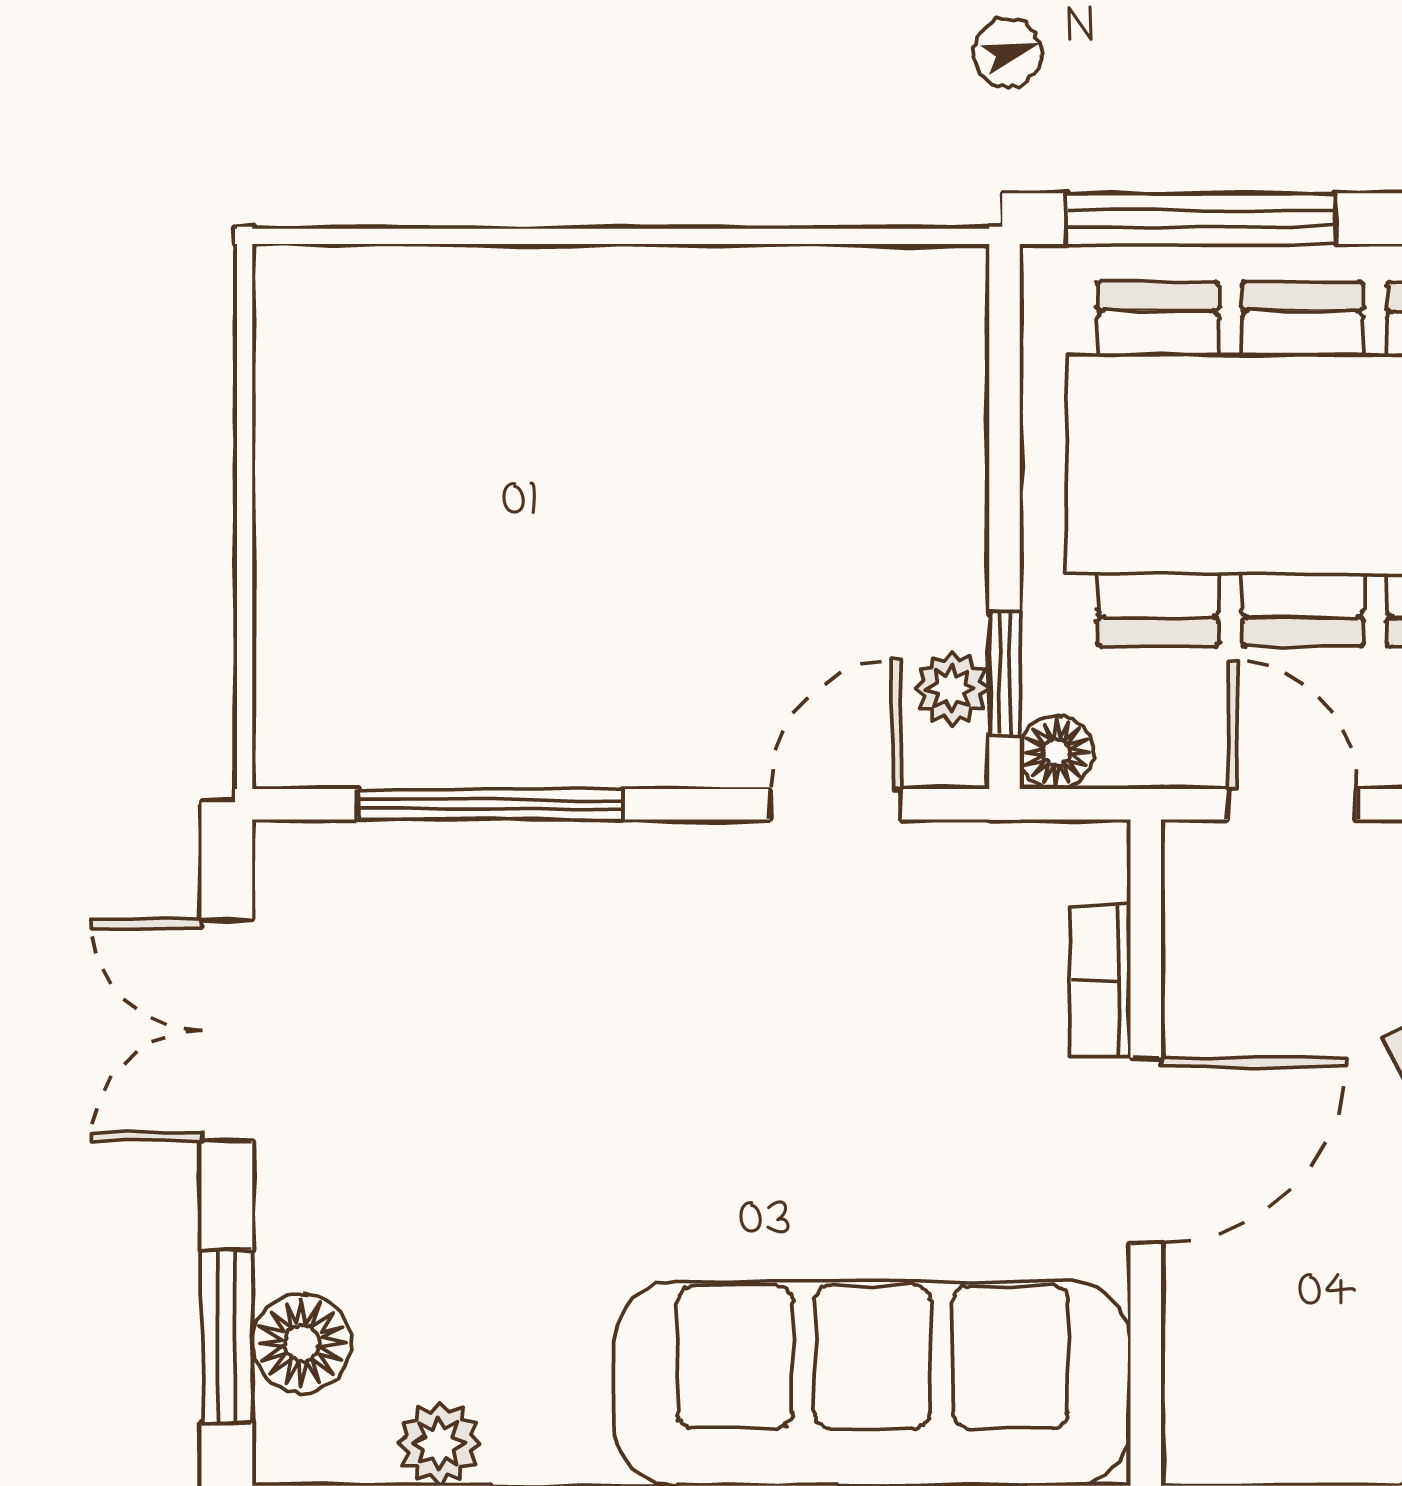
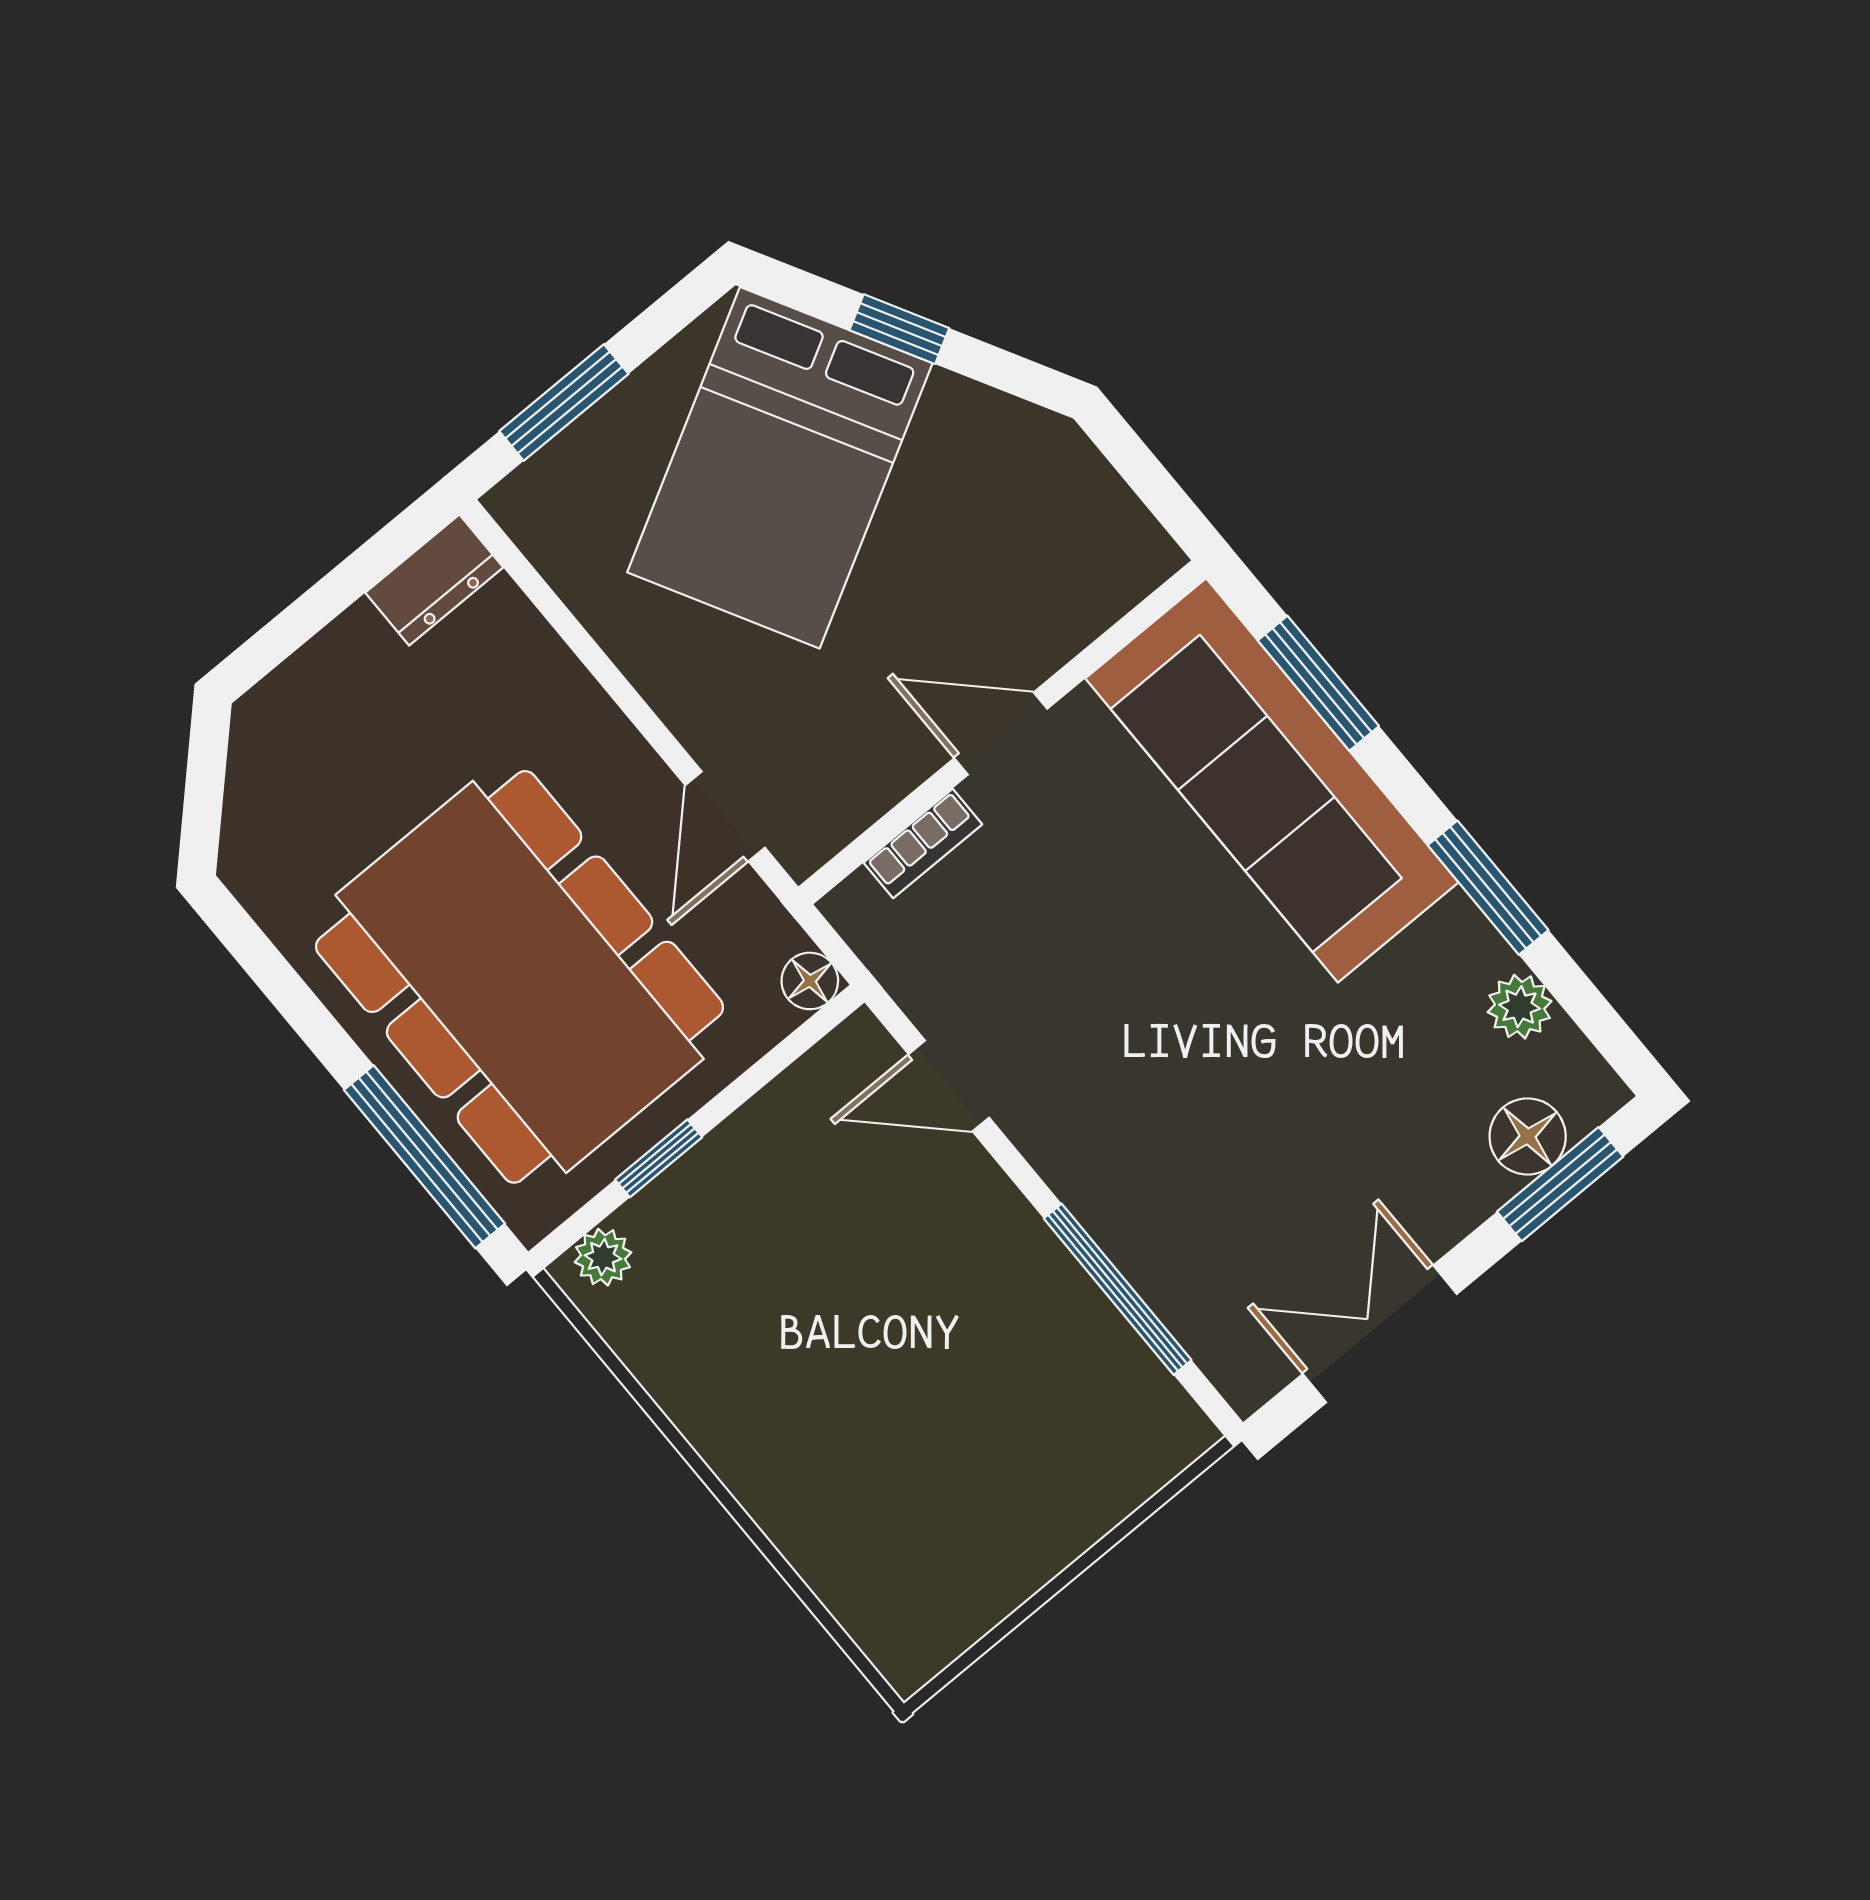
window: (1004, 674) -> (659, 1158), moved
plant: (952, 688) -> (603, 1257), moved
double door: (227, 1030) -> (1380, 1334), swing flipped
door: (1146, 1150) -> (1001, 734), width x0.73

